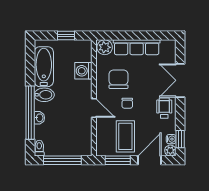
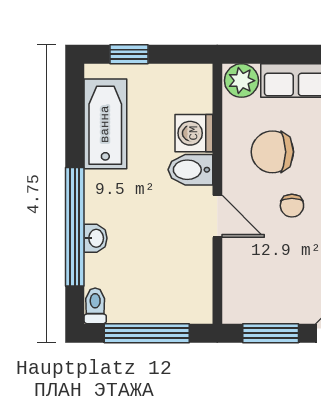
window: (66, 35) -> (129, 54), moved
chair: (119, 79) -> (272, 152), turned -90
bidet: (44, 95) -> (190, 170), moved, turned 180
coffee table: (125, 136) -> (288, 280), removed

